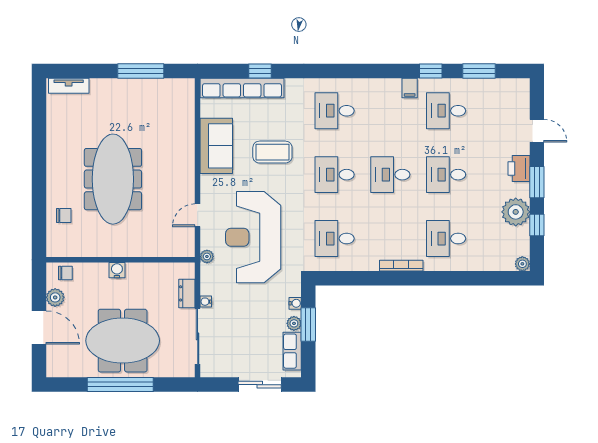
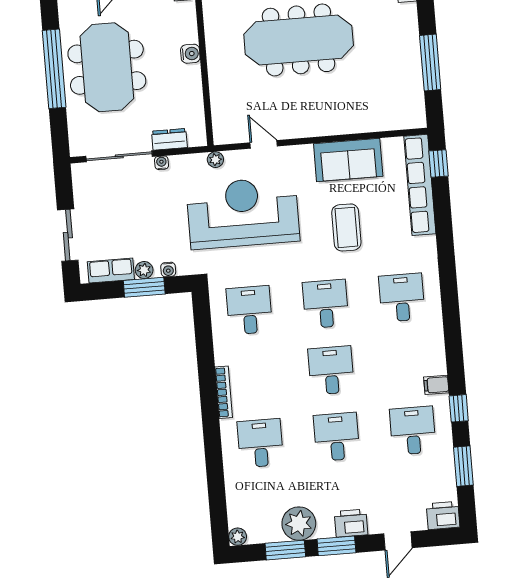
window: (260, 71) -> (439, 164), moved
printer: (519, 91) -> (443, 515), added
window: (537, 225) -> (285, 550), width x1.50

